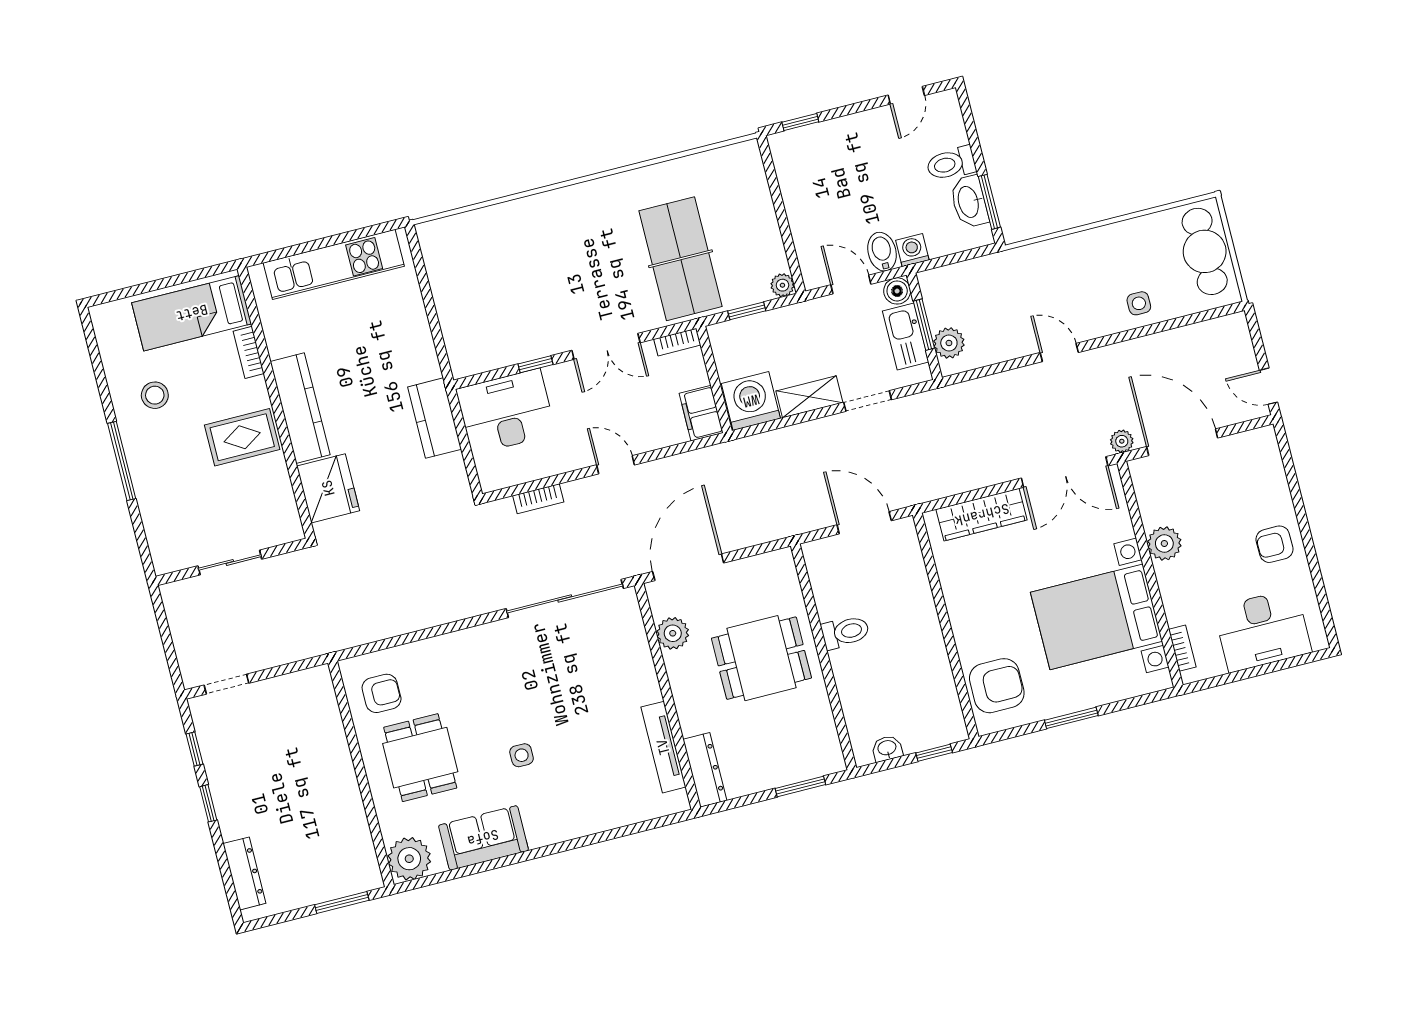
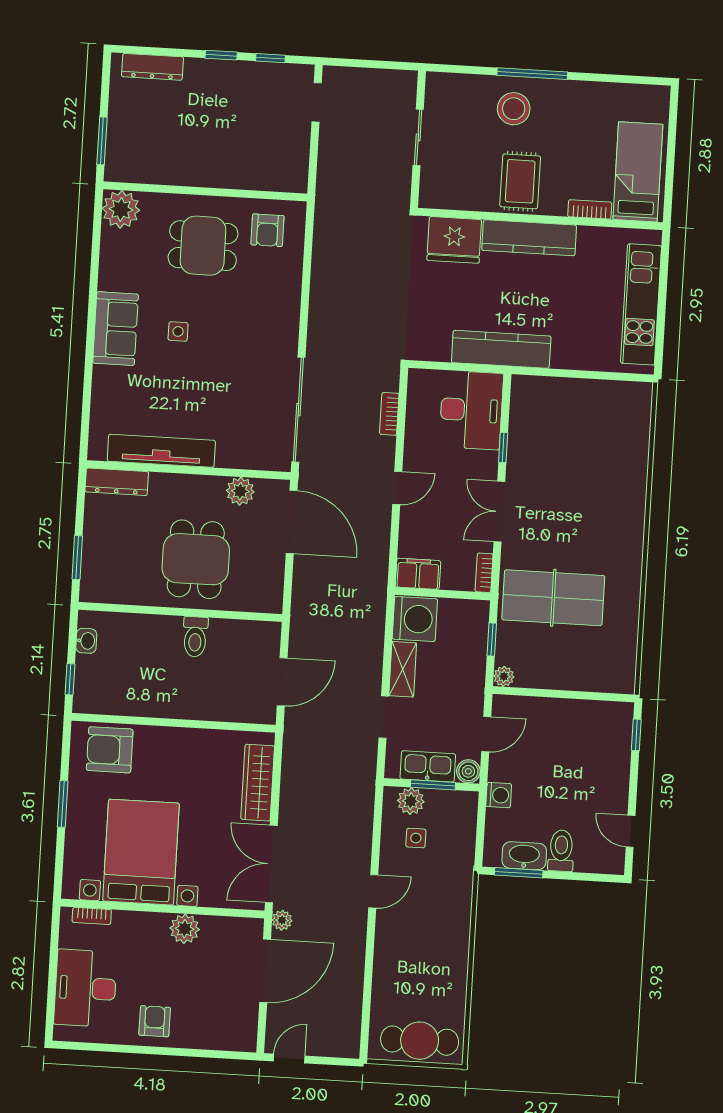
bidet: (882, 252) -> (505, 769), removed
side table: (1139, 303) -> (416, 838), moved
stool: (155, 395) -> (514, 109), moved, width x1.38, depth x1.38
kitchen counter: (435, 418) -> (501, 349), width x1.50
armchair: (997, 686) -> (110, 750), turned 90
tv unit: (663, 747) -> (161, 451), width x1.36, depth x1.29
sofa: (483, 838) -> (116, 329), moved

